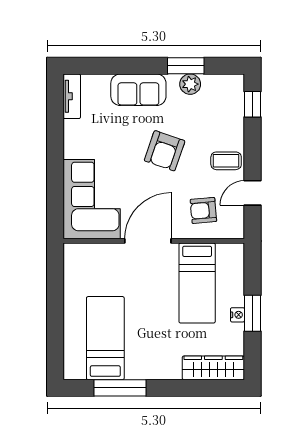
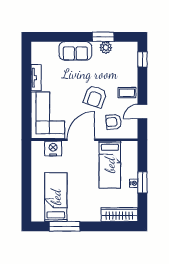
tv unit: (72, 96) -> (36, 78), moved
armchair: (165, 151) -> (95, 97), moved
nightstand: (101, 256) -> (53, 148), added

